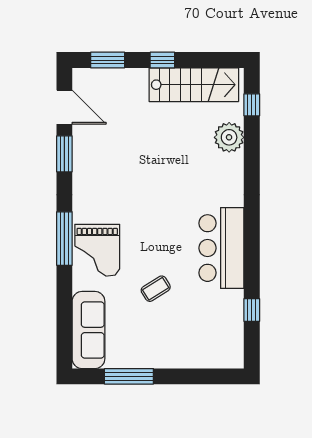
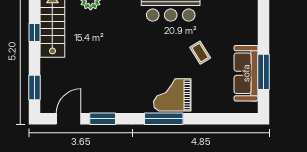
window: (162, 60) -> (35, 33), moved
grand piano: (97, 250) -> (172, 95), turned 180
sofa: (88, 330) -> (246, 73), moved, turned -90

